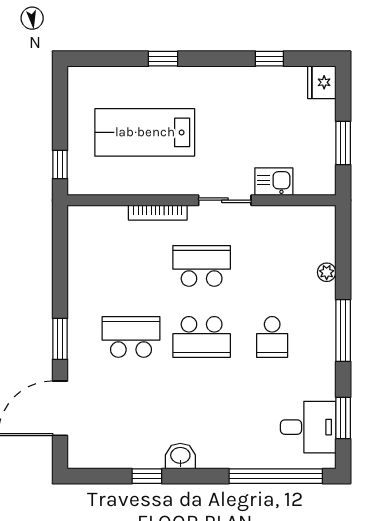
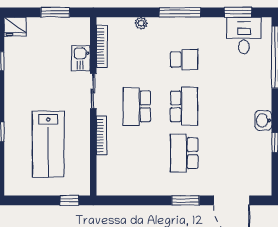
bookcase: (292, 213) -> (102, 46), added

